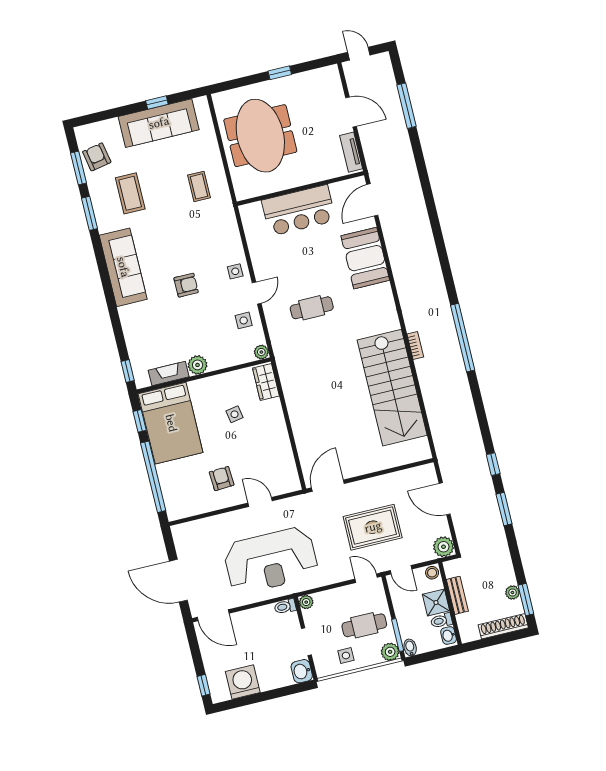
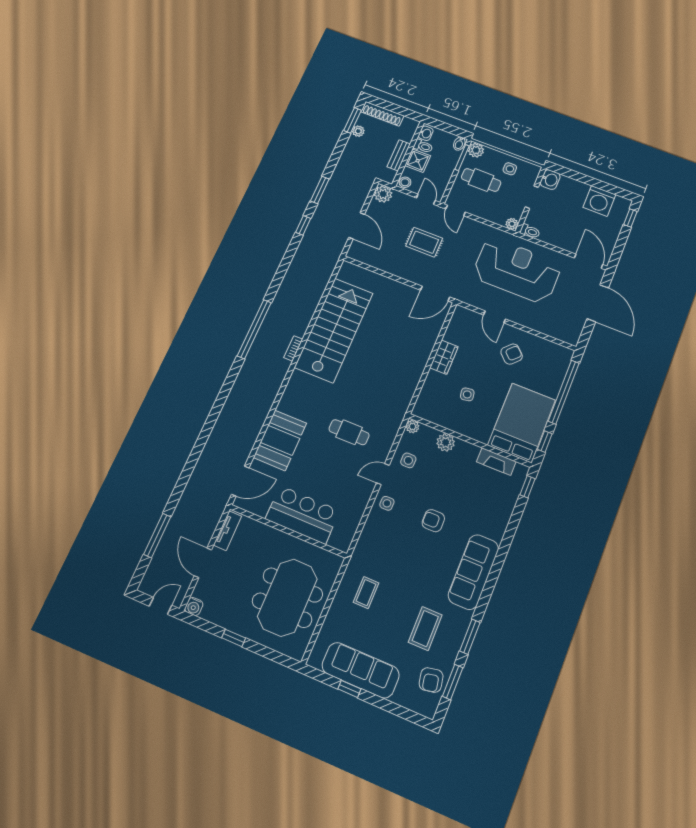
door: (359, 54) -> (161, 606), swing flipped
water cooler: (331, 73) -> (194, 606), added
plant: (198, 365) -> (446, 442), moved
wardrobe: (266, 382) -> (444, 357), moved
armchair: (222, 479) -> (512, 354), turned -133
rug: (373, 527) -> (424, 242), width x0.73, depth x0.70

